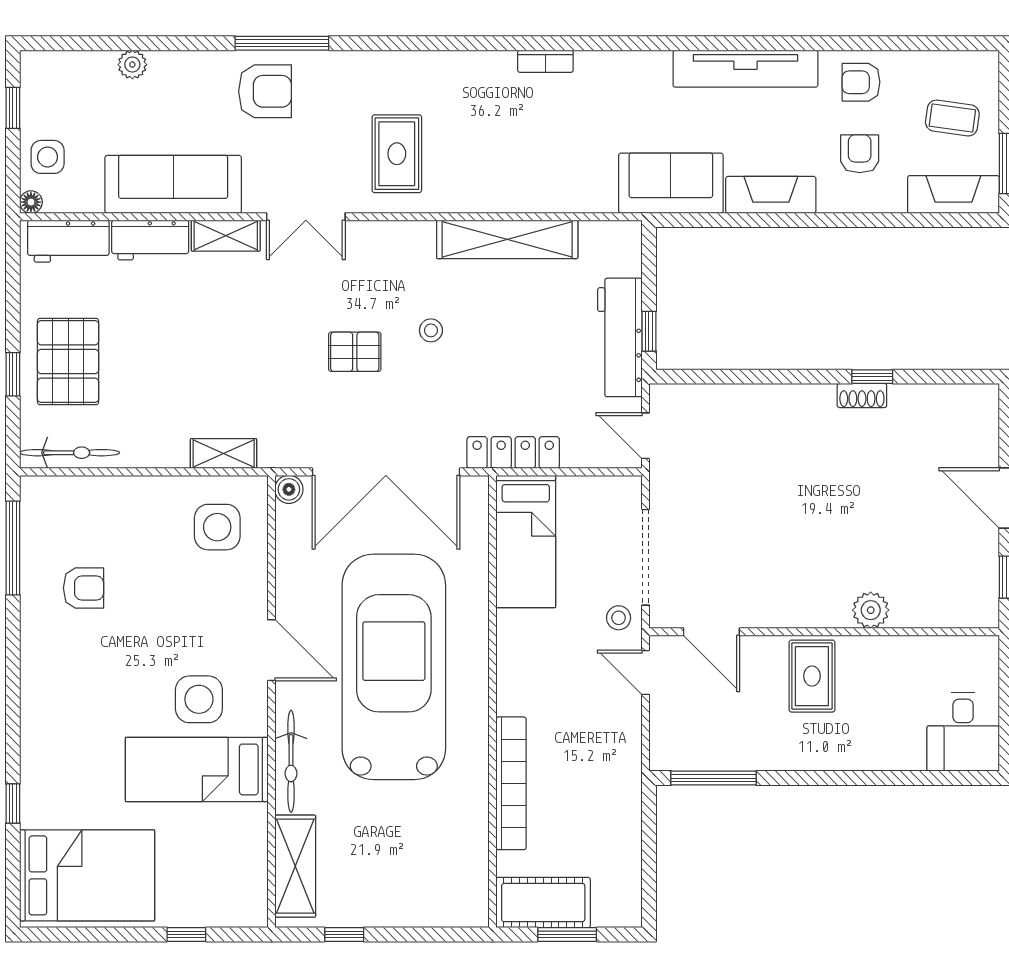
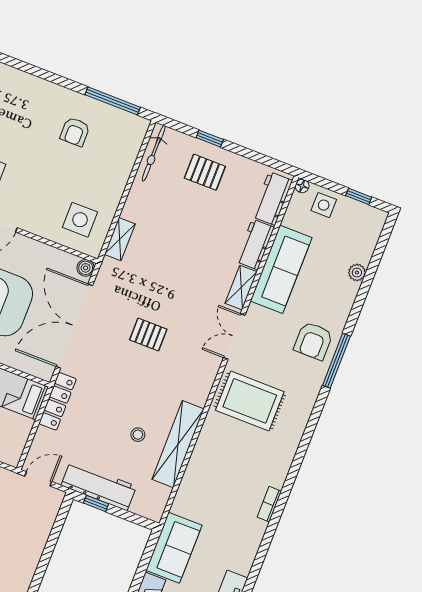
rug: (397, 154) -> (250, 401), width x1.36, depth x1.43
stool: (431, 330) -> (138, 435), moved
pallet: (355, 352) -> (148, 335), turned 90
pallet: (68, 362) -> (205, 172), width x0.67, depth x0.71

